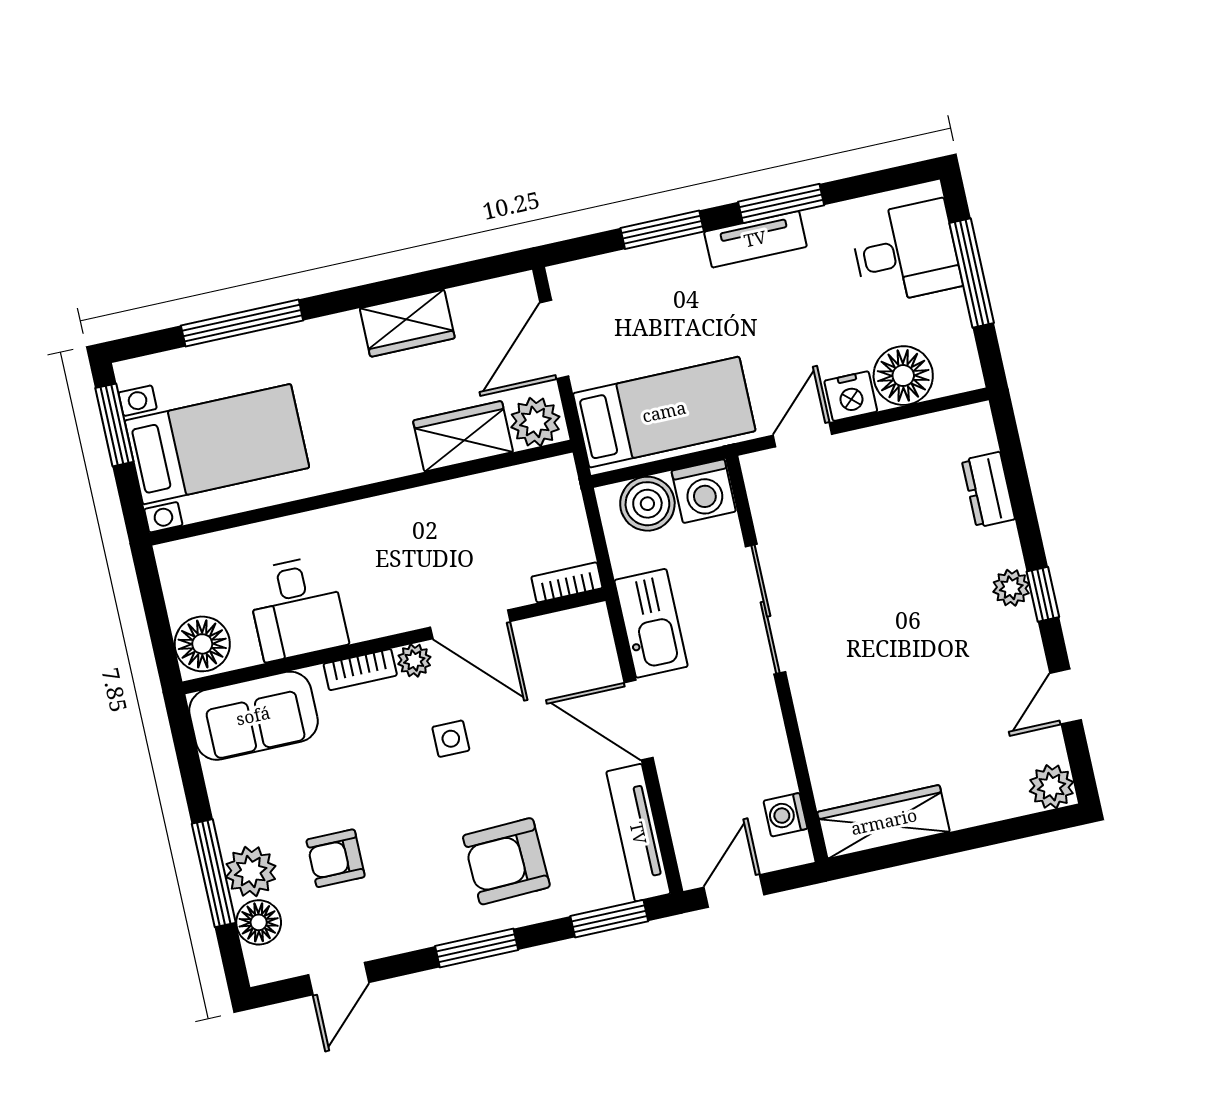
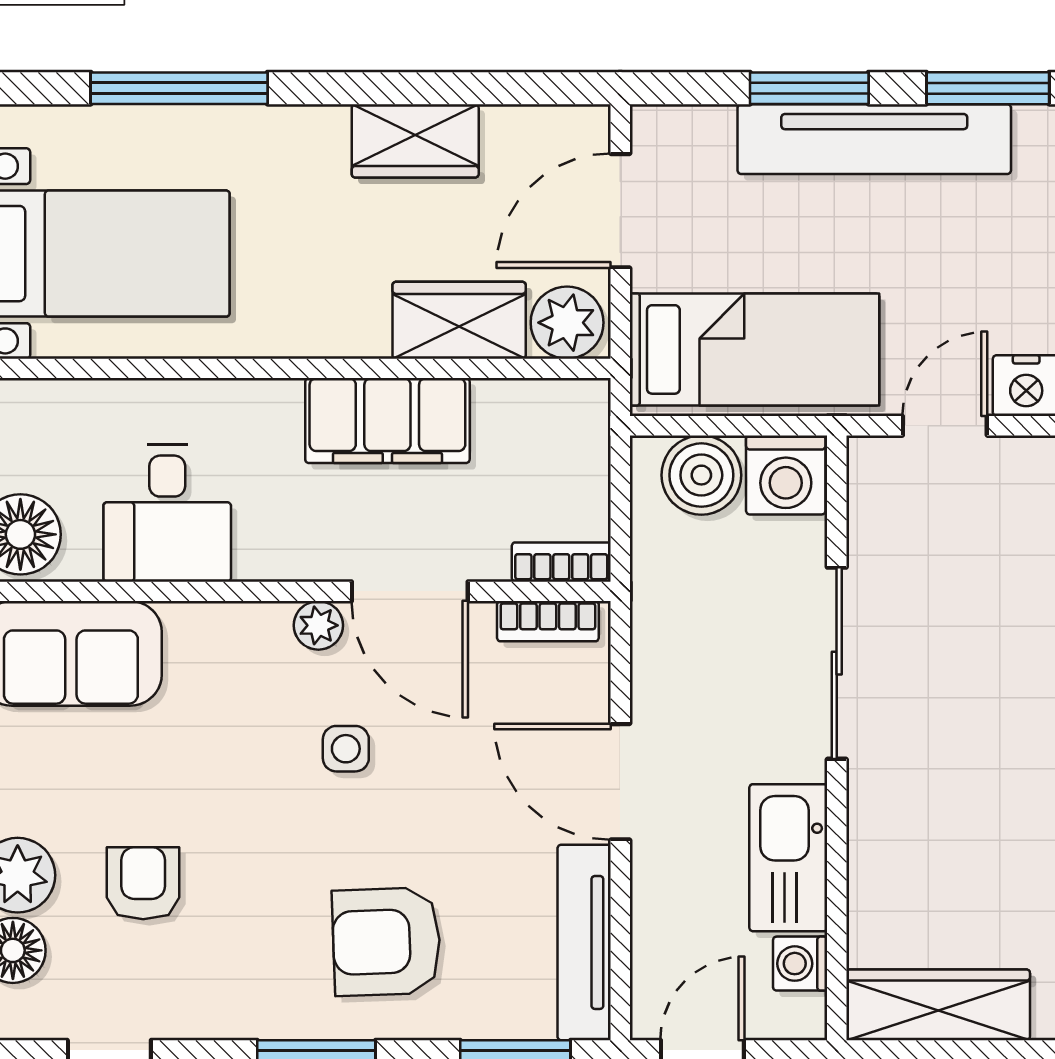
tv unit: (755, 239) -> (874, 139), width x1.92, depth x1.29
filing cabinet: (430, 514) -> (387, 421), added
kitchen sink: (651, 623) -> (788, 858), moved, turned 180
bookcase: (360, 670) -> (548, 621), moved
armchair: (336, 858) -> (143, 883), turned 90

